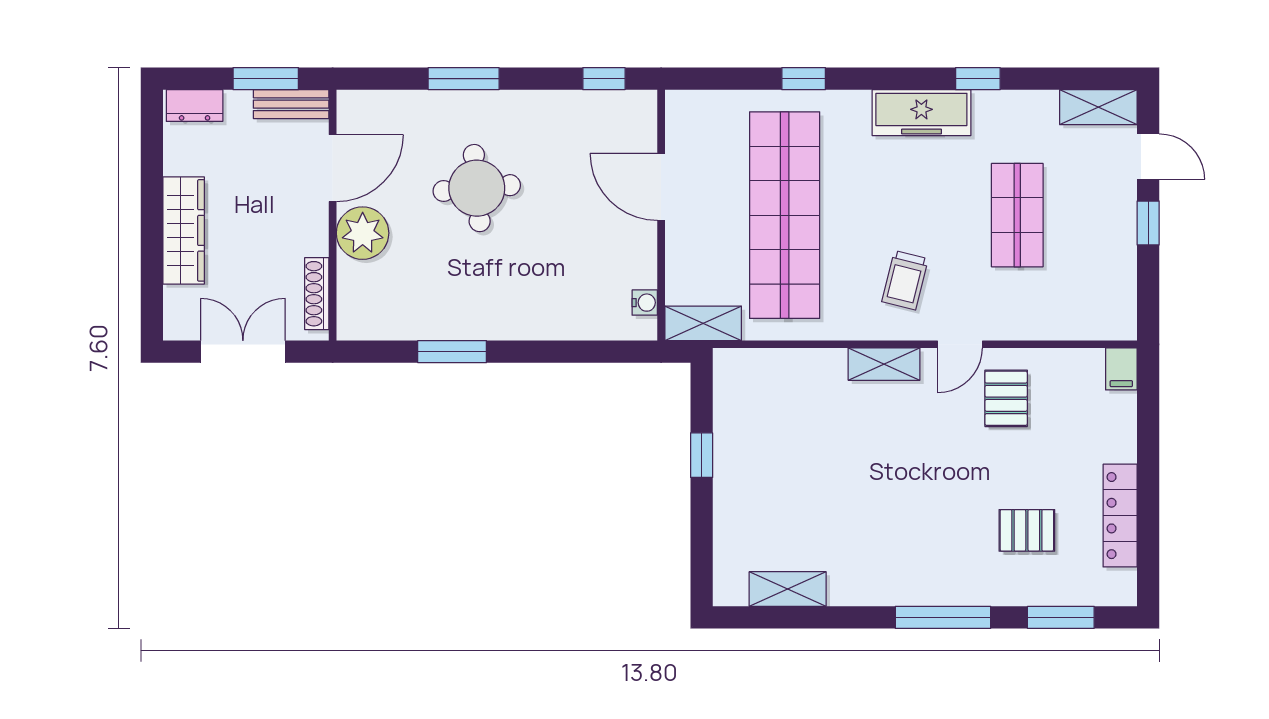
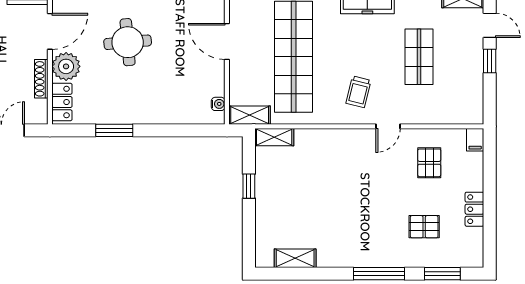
shoe rack: (317, 294) -> (41, 79), moved
locker: (355, 299) -> (62, 102), added
shelving: (884, 364) -> (274, 137), moved
pallet: (1006, 398) -> (429, 163), moved
locker: (1120, 516) -> (474, 209), width x0.66

